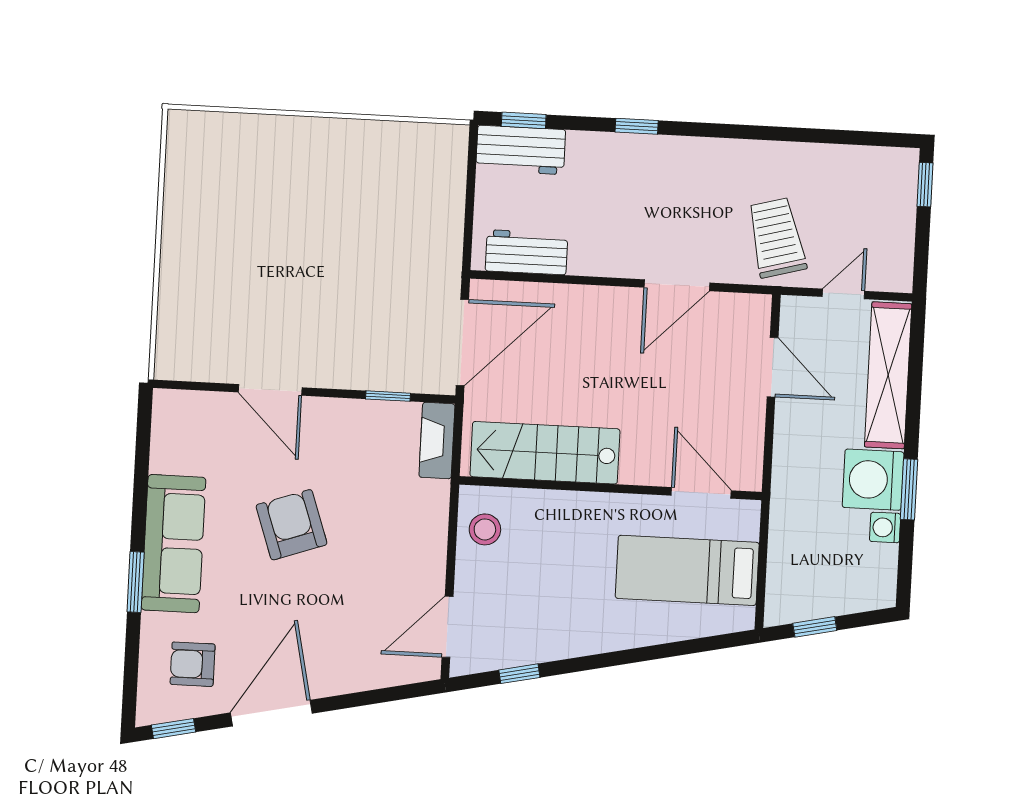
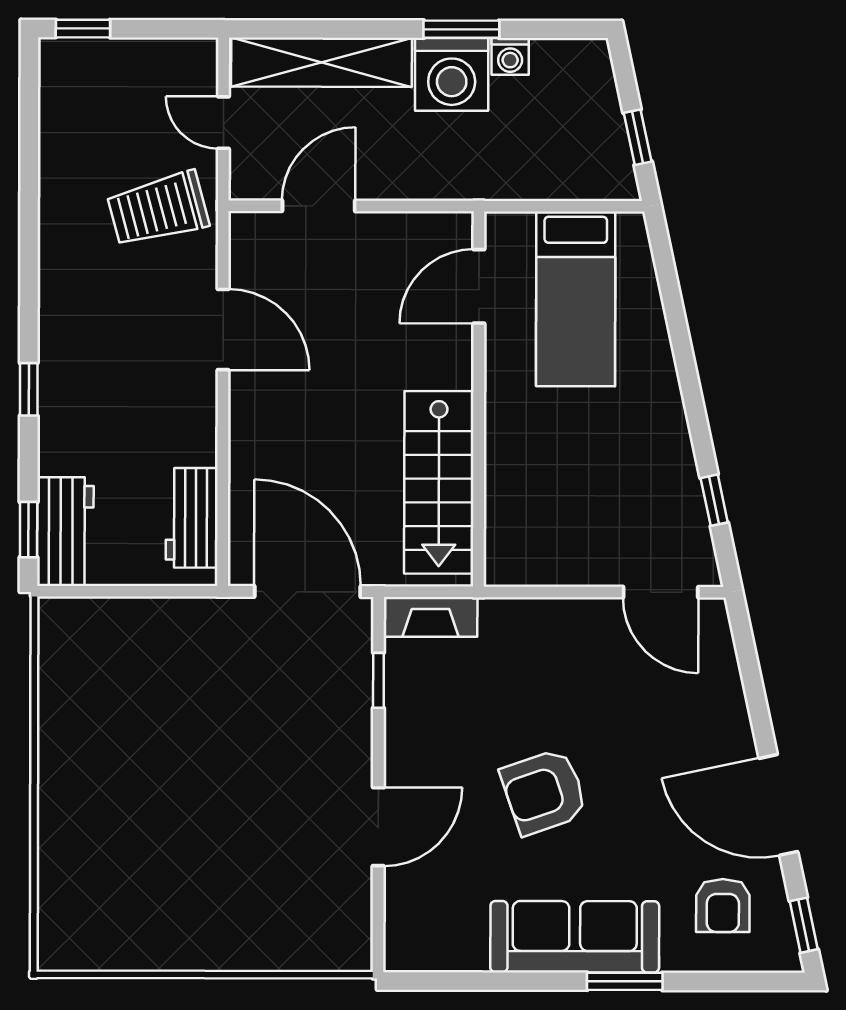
stool: (485, 529) -> (538, 552), removed

